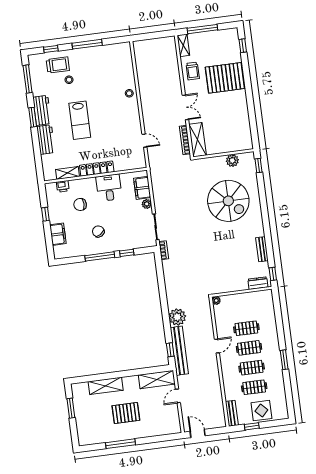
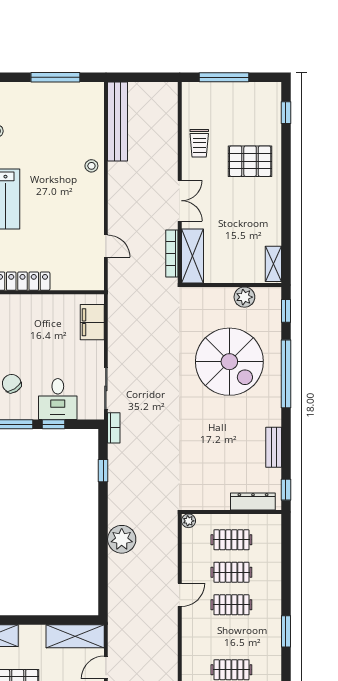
window: (87, 44) -> (55, 77), moved
shelving: (183, 45) -> (273, 264), moved
pallet: (225, 78) -> (250, 161), width x0.73, depth x0.71
desk: (109, 188) -> (58, 399), moved, turned 180
plant: (147, 204) -> (96, 349), removed
window: (264, 204) -> (286, 374), added
dresser: (258, 283) -> (253, 501), width x1.44
window: (170, 350) -> (103, 471), moved
bench: (179, 351) -> (118, 121), moved
clothes rail: (252, 368) -> (231, 540), moved

